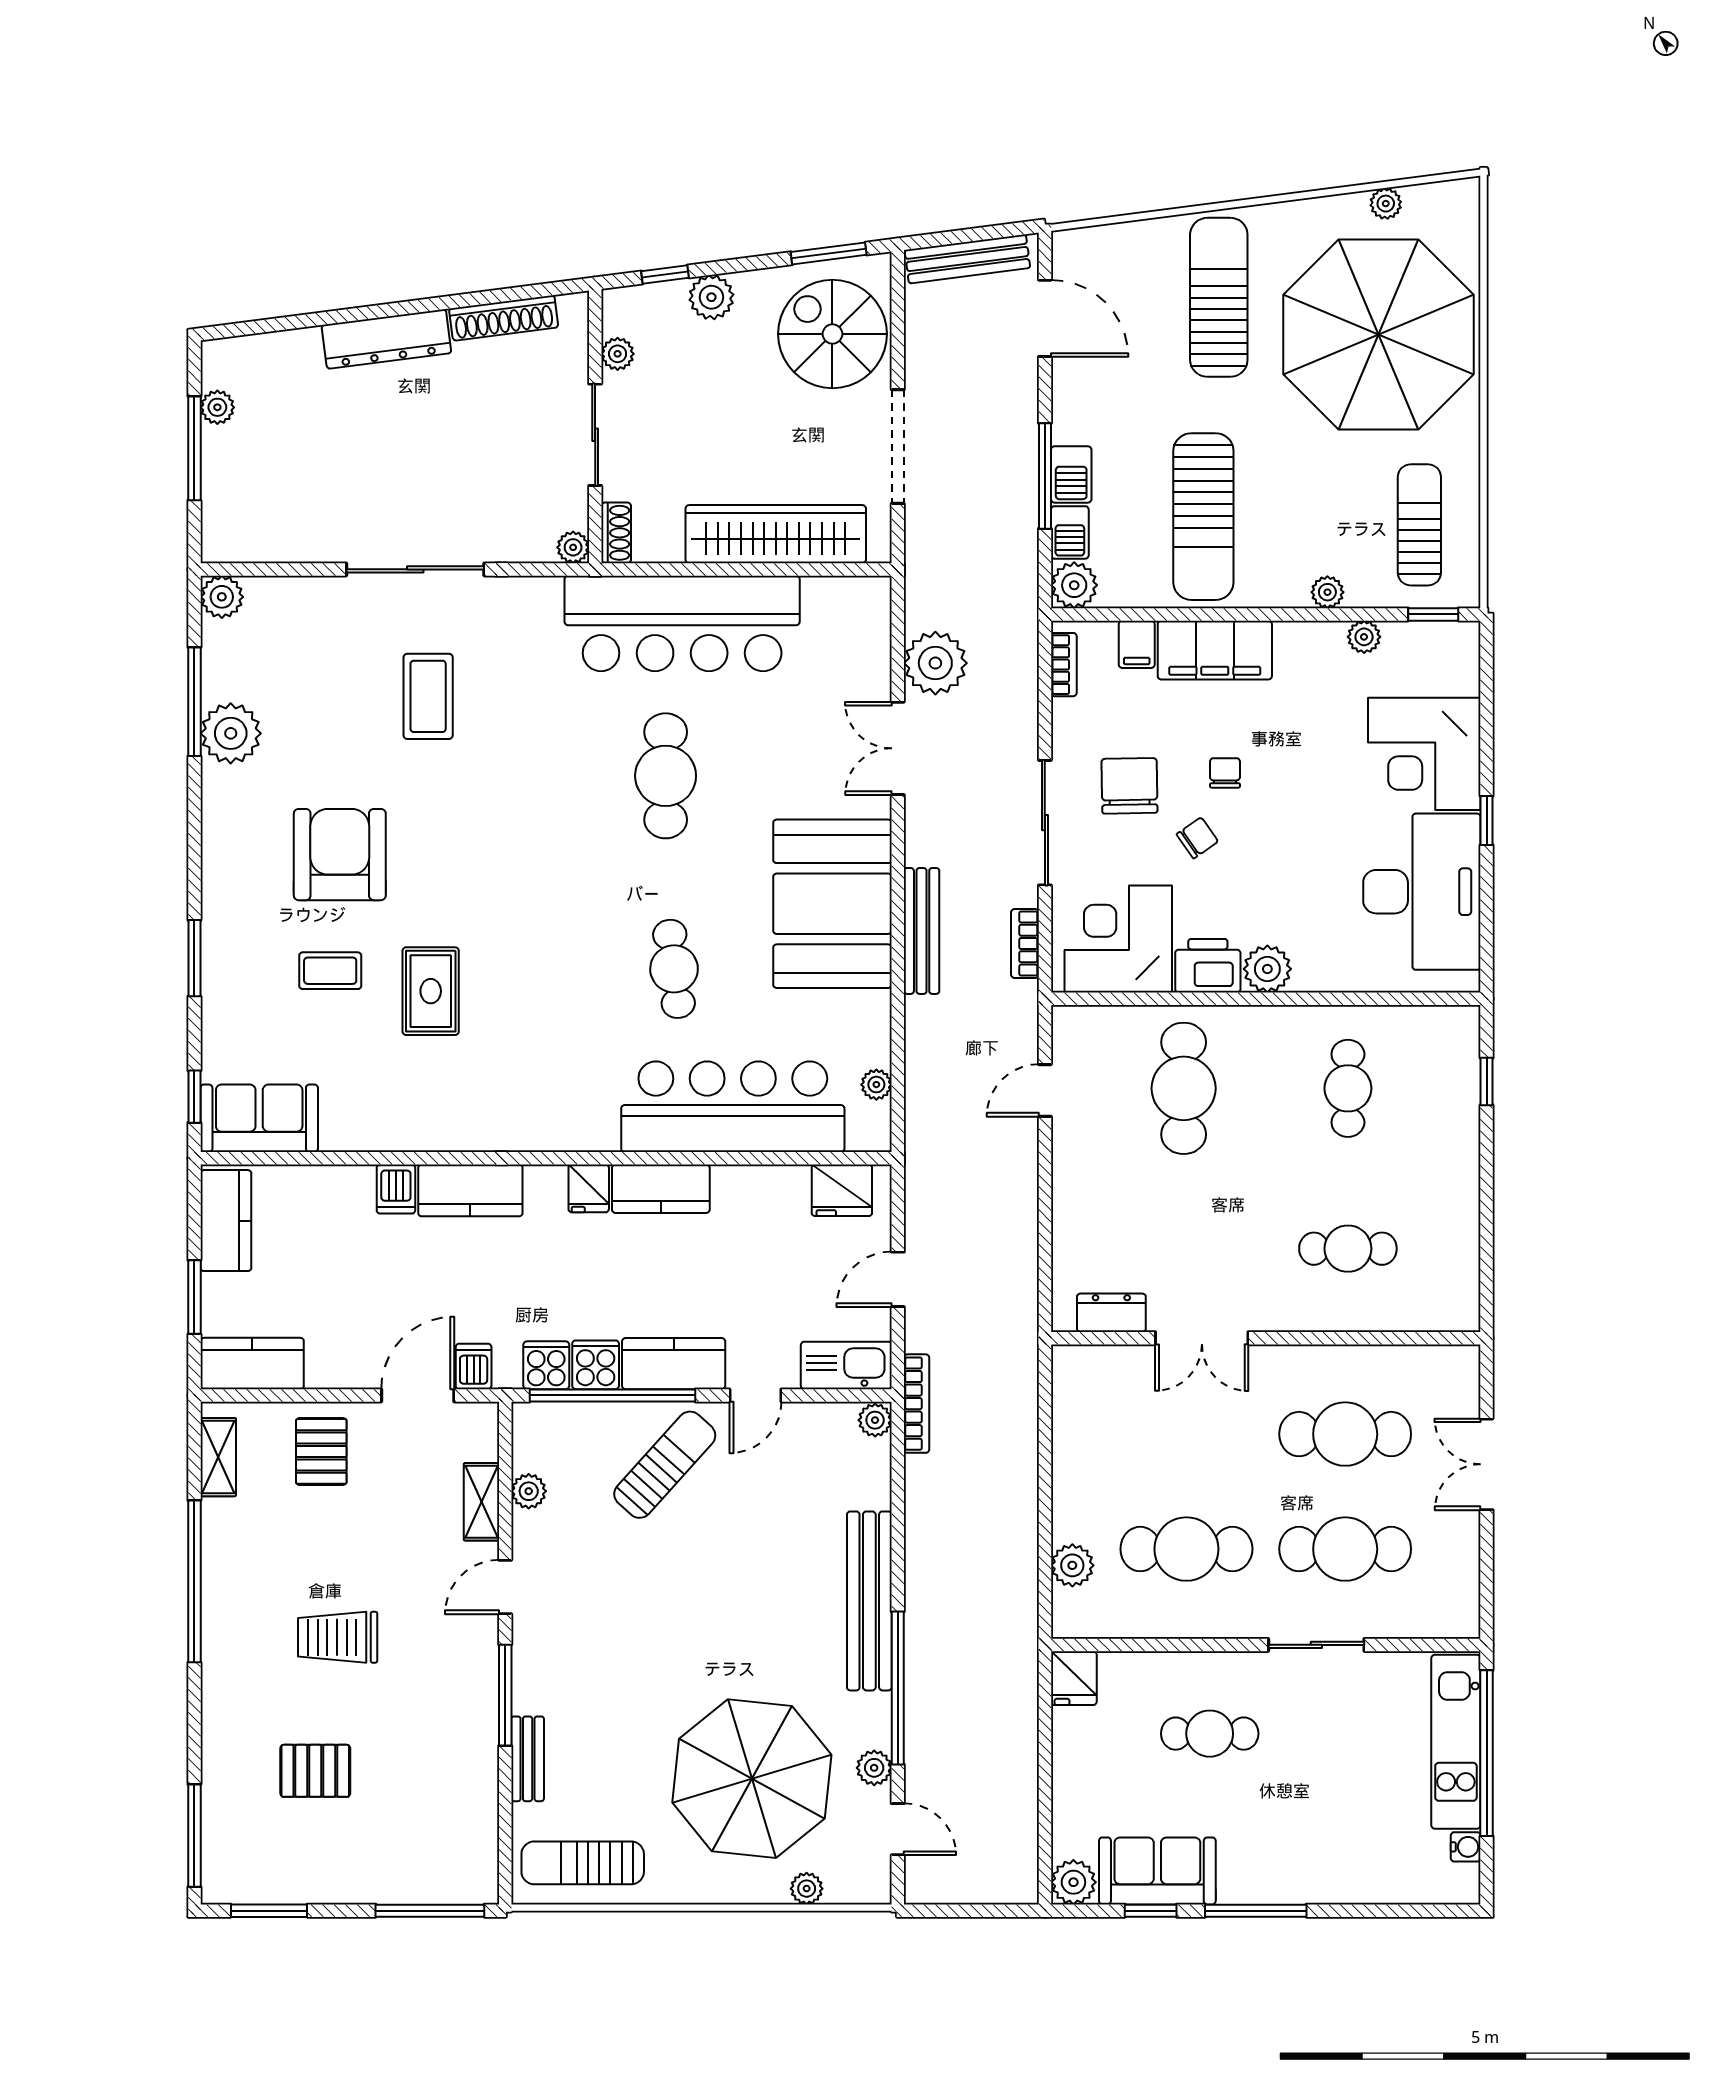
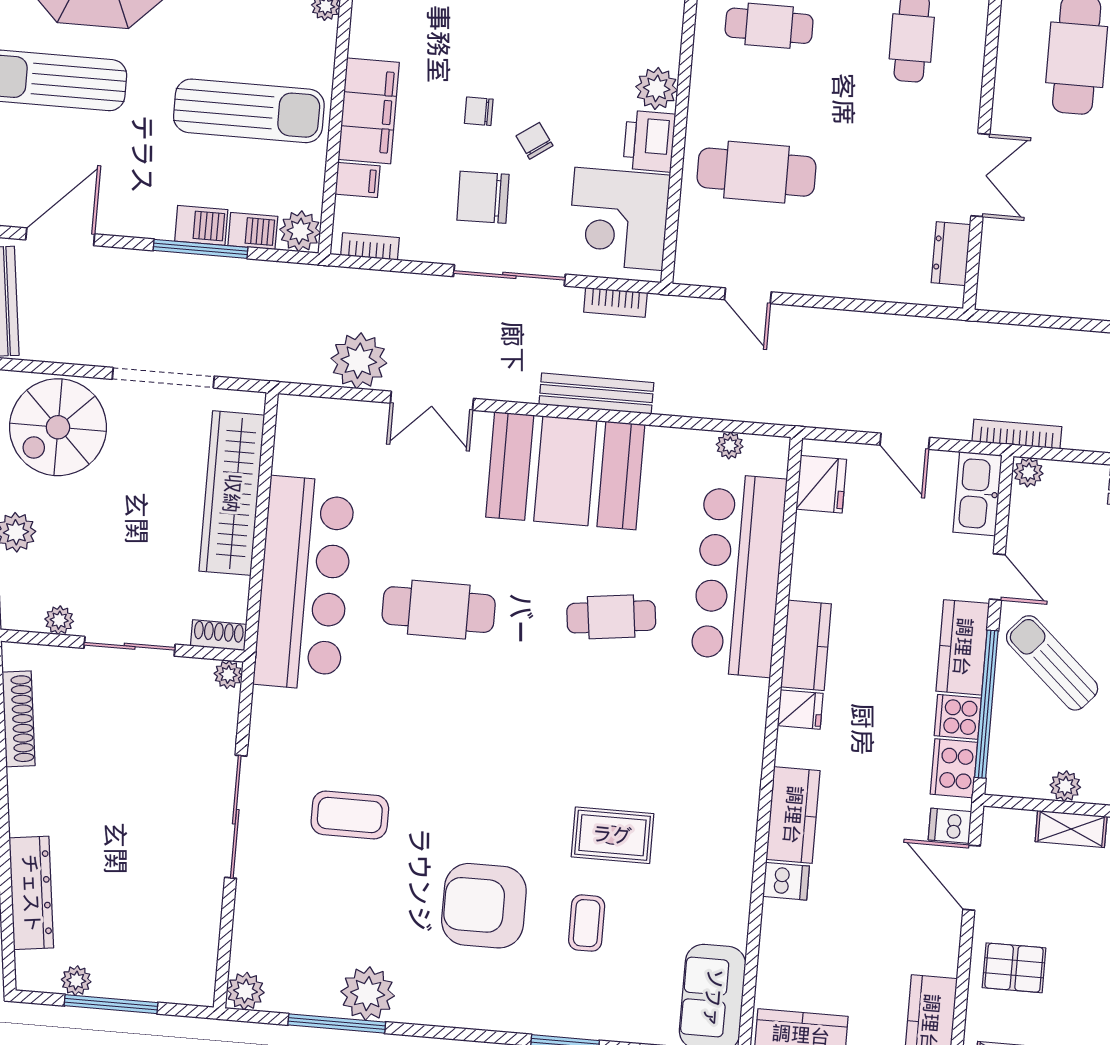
dresser: (386, 339) -> (31, 893), moved
cooker: (546, 1365) -> (954, 768), width x1.36

